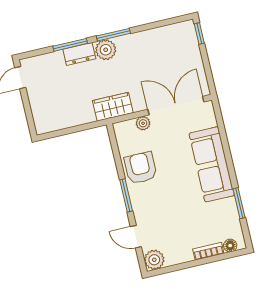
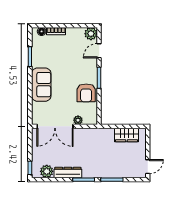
plant: (106, 50) -> (47, 171), moved
dresser: (79, 54) -> (68, 173), moved, width x1.44
wardrobe: (113, 107) -> (127, 135), moved
sofa: (212, 164) -> (41, 85), width x0.73
door: (136, 237) -> (99, 51), swing flipped

